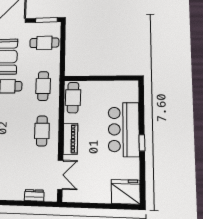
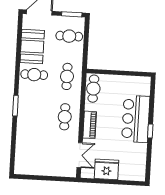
fridge: (126, 192) -> (106, 169), moved
dresser: (34, 195) -> (57, 172), removed

